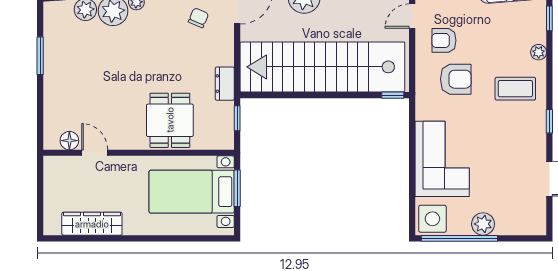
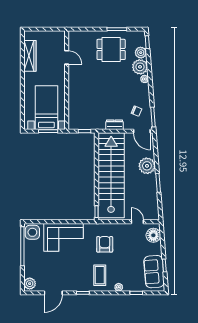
armchair: (444, 40) -> (125, 238), removed
armchair: (456, 79) -> (105, 244), turned 180
dresser: (225, 84) -> (115, 125), moved
dining table: (170, 120) -> (111, 49), moved
floor lamp: (69, 141) -> (73, 44), removed
door: (95, 153) -> (67, 57), hinge flipped
plant: (483, 224) -> (30, 284), moved

